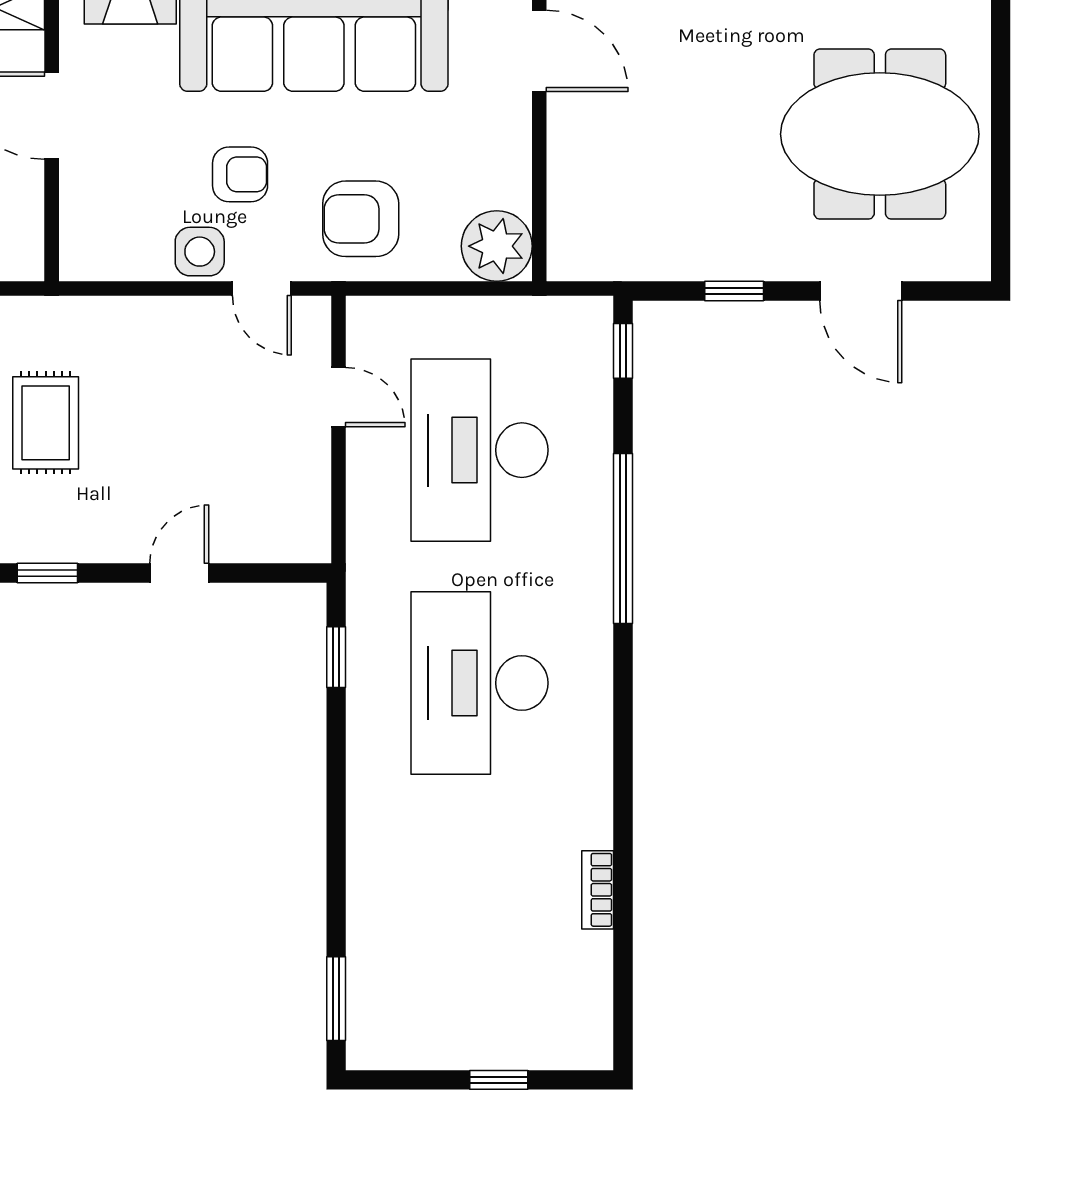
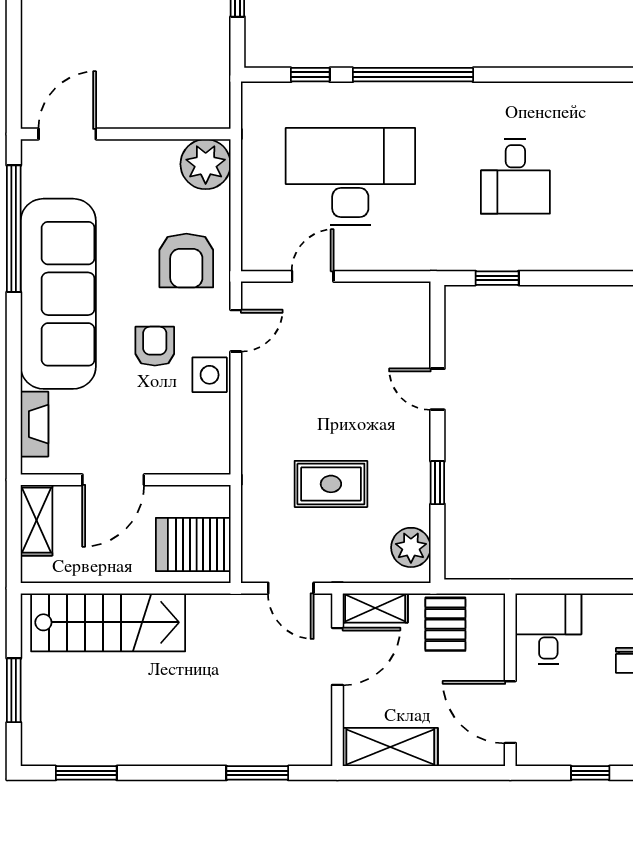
window: (623, 351) -> (310, 75), moved
desk: (480, 450) -> (350, 176), turned 180
desk: (480, 683) -> (515, 176), width x0.53, depth x0.77

